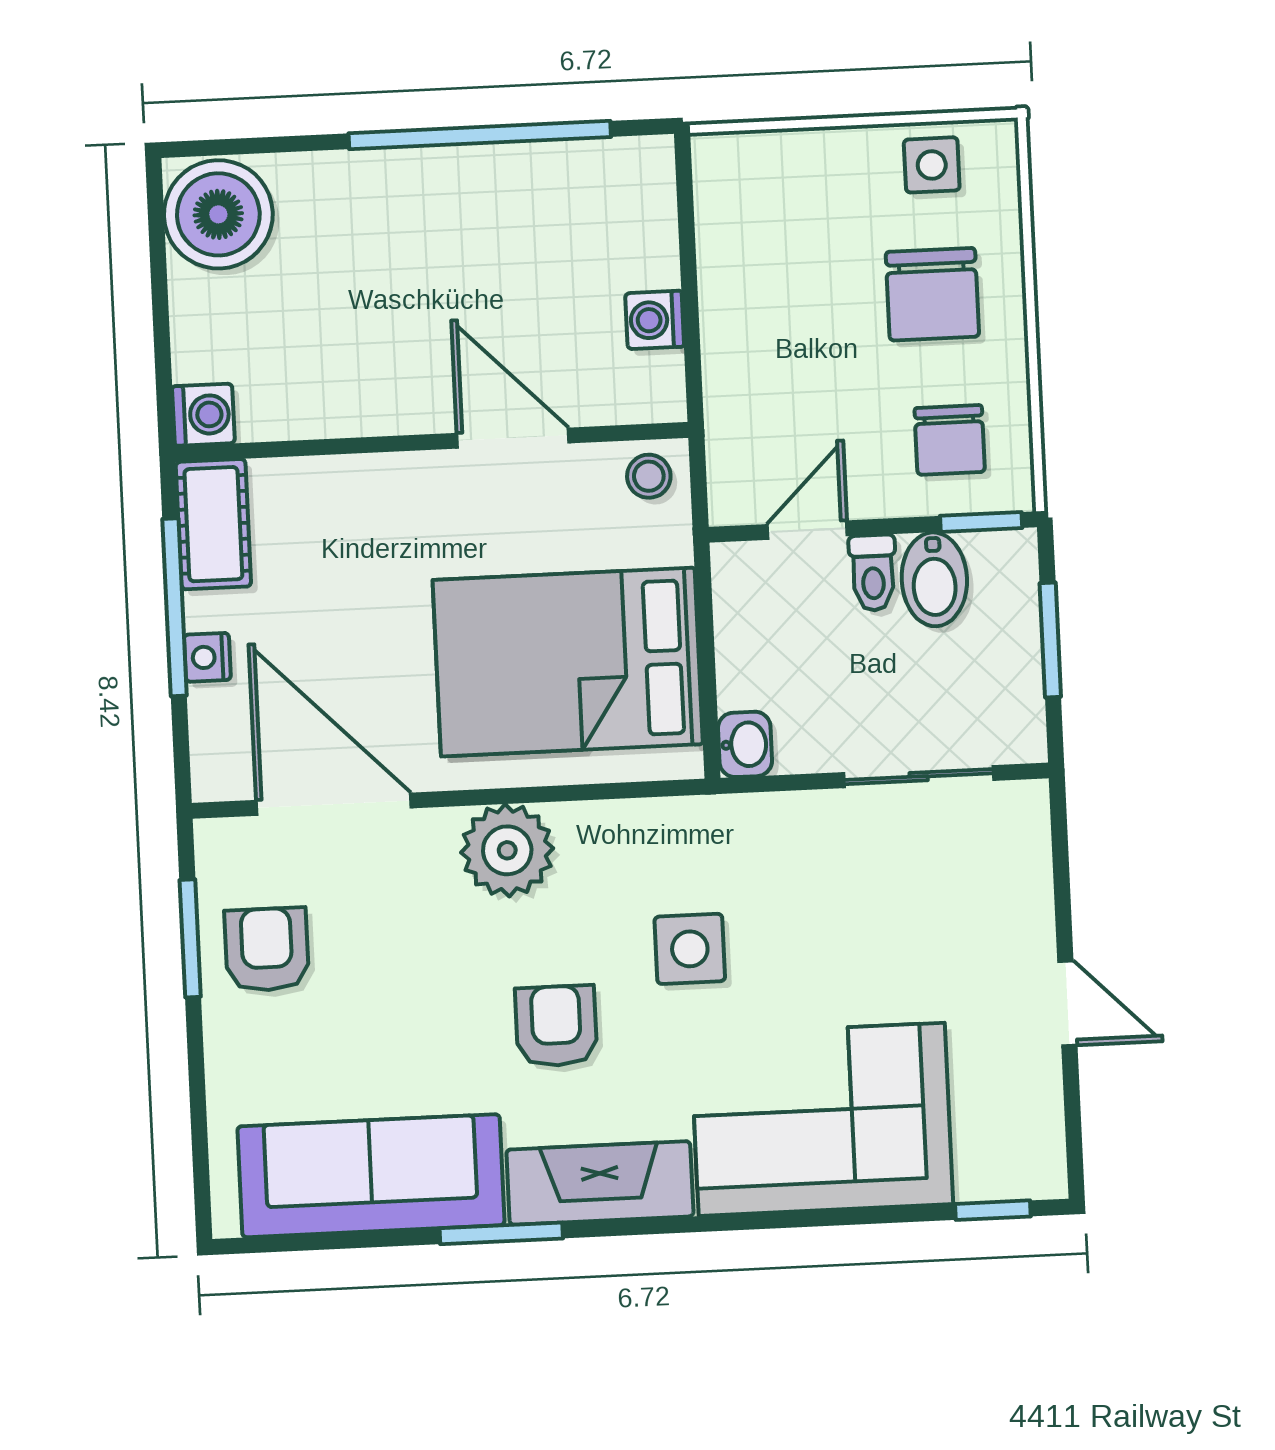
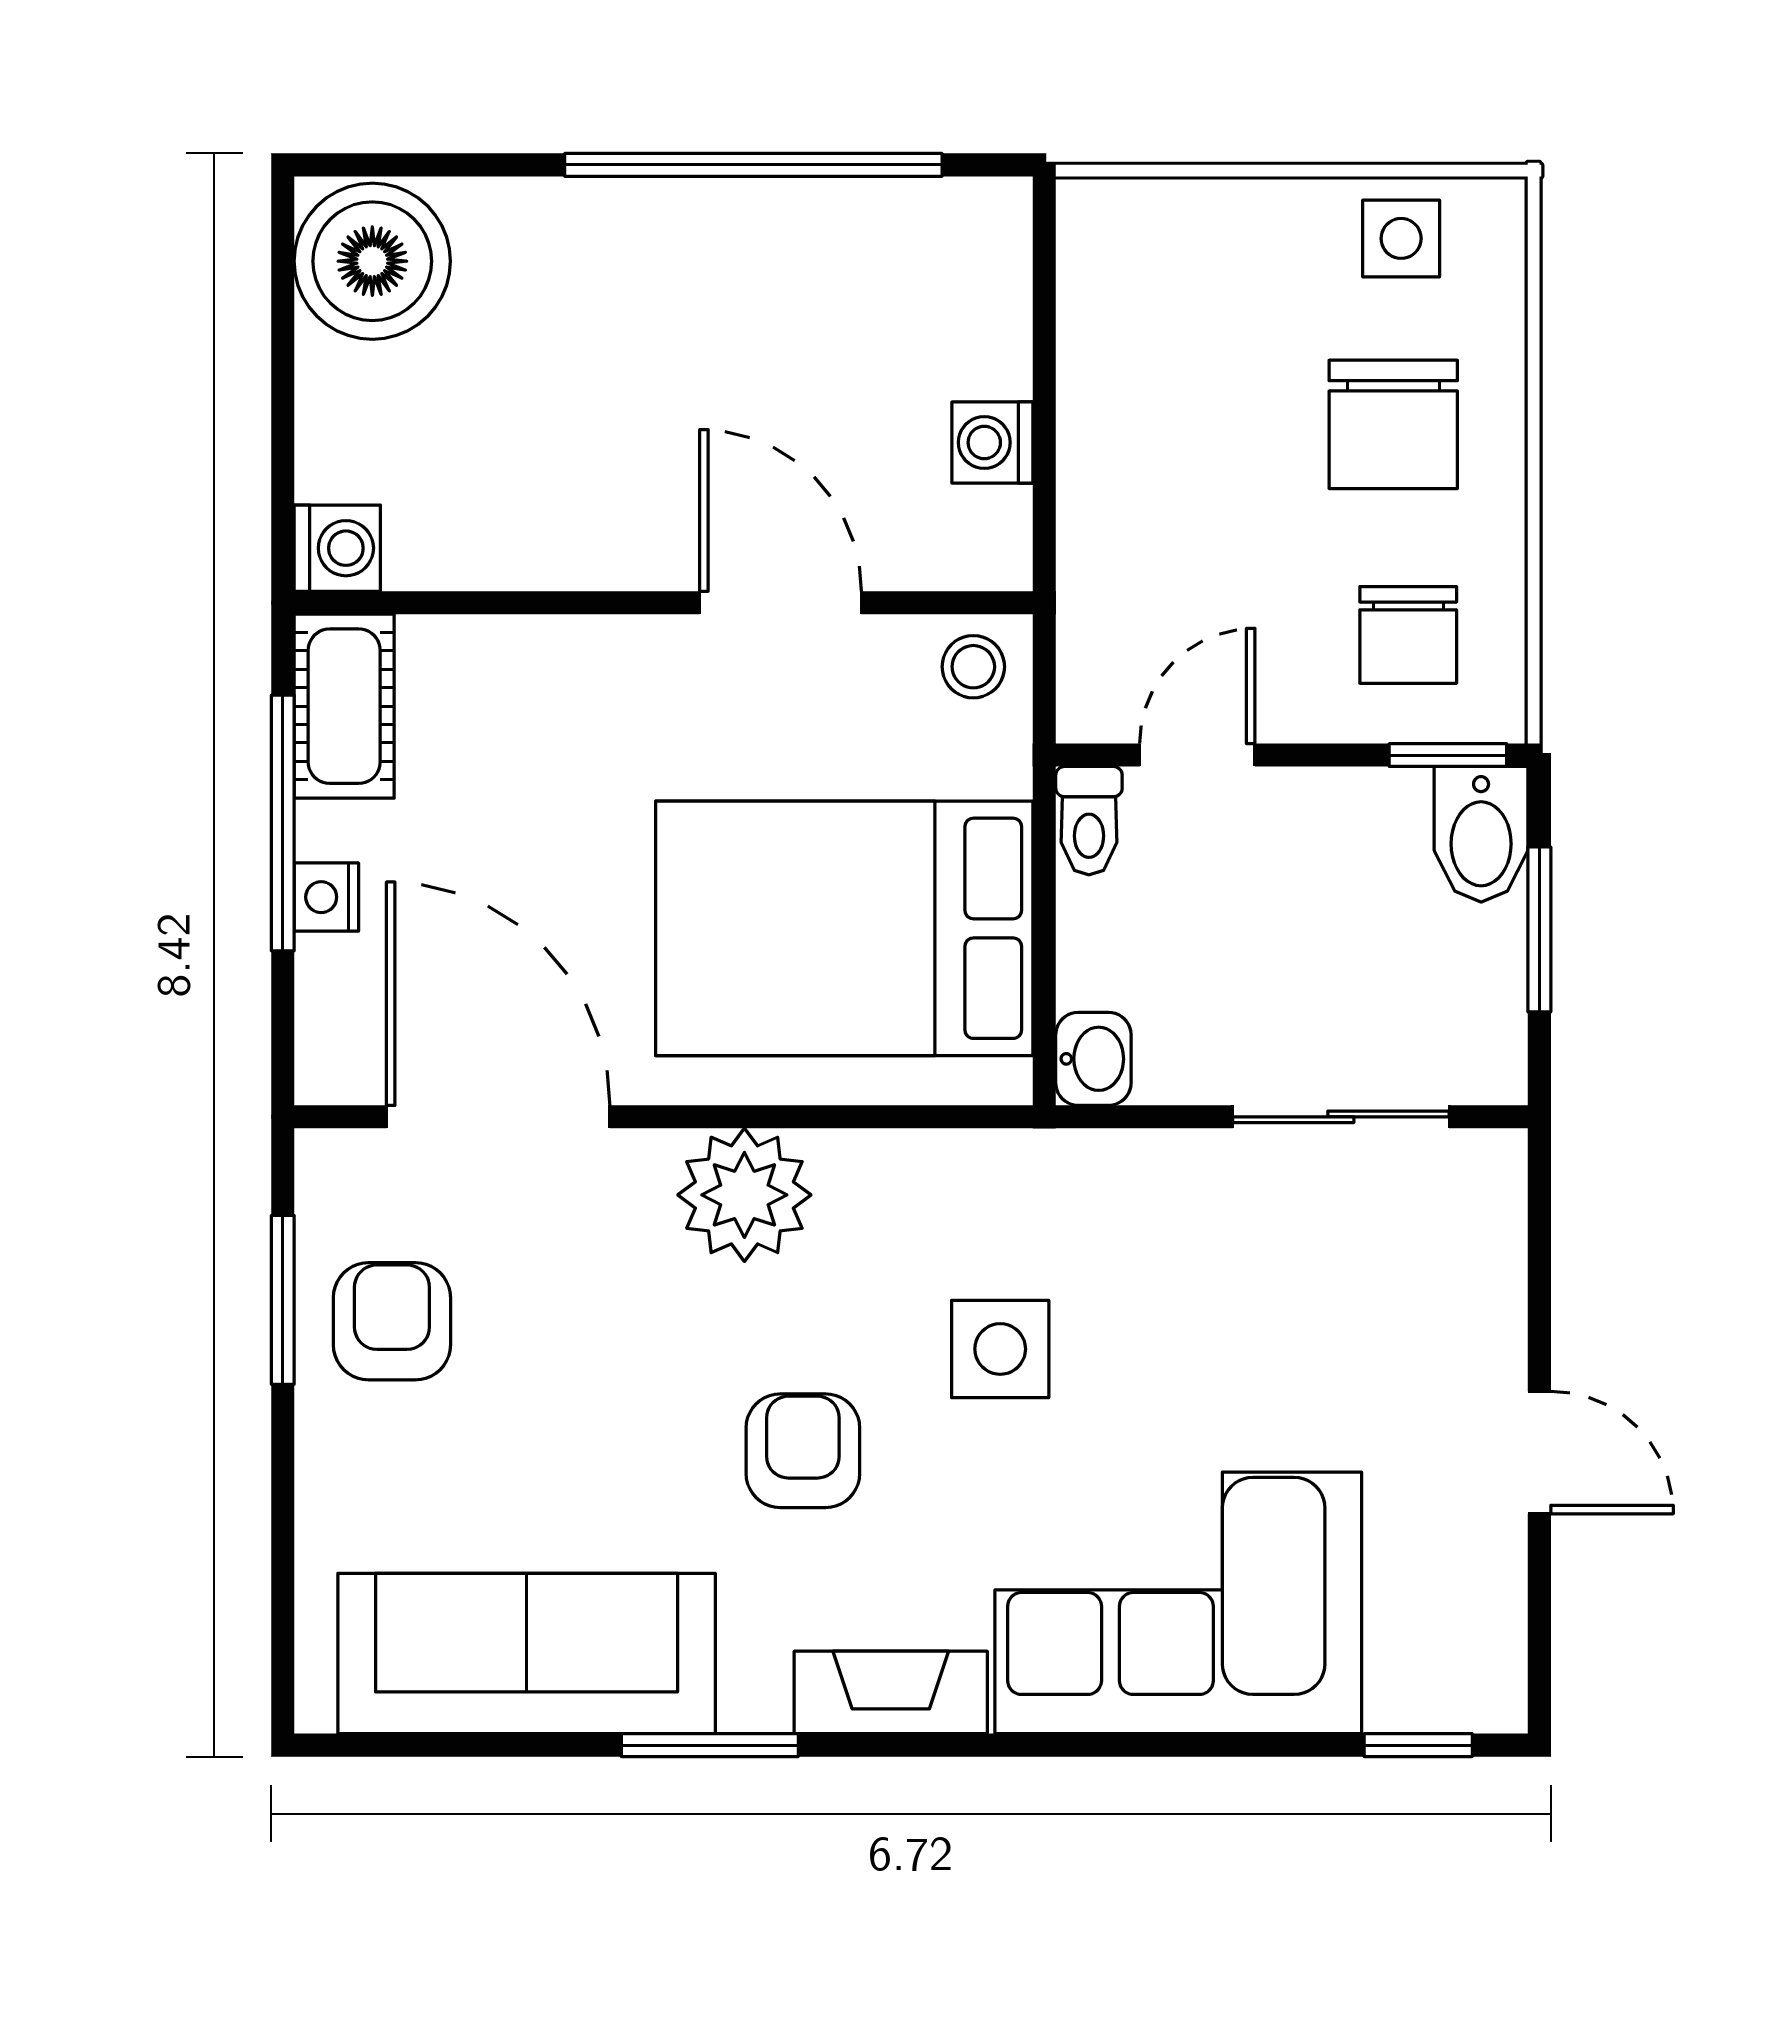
toilet: (873, 573) -> (1089, 821), moved
bidet: (934, 579) -> (1481, 834), moved
fireplace: (600, 1183) -> (891, 1692), width x0.73, depth x0.76

